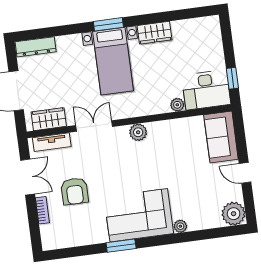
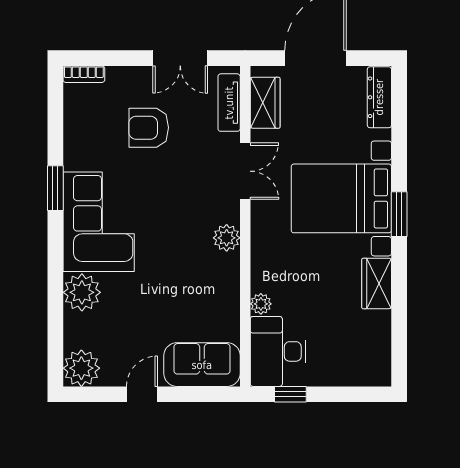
bed with nightstands: (113, 61) -> (341, 198), width x1.36
bookcase: (42, 210) -> (84, 74), moved
plant: (180, 226) -> (82, 292), width x1.88, depth x1.88

